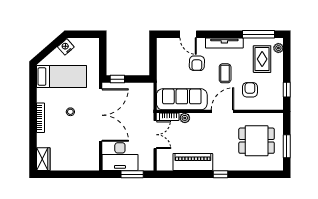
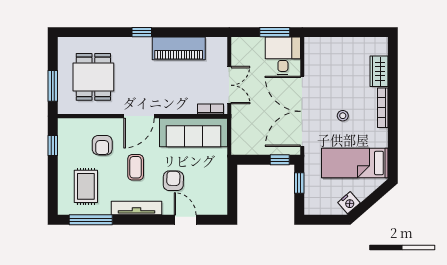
plant: (278, 48) -> (64, 201), removed
window: (103, 62) -> (299, 183), added
plant: (185, 118) -> (190, 107), removed
double door: (155, 135) -> (229, 85), swing flipped
dining table: (257, 141) -> (93, 77), turned 90
window: (287, 146) -> (53, 86), moved
desk: (120, 157) -> (283, 56), width x0.73
wardrobe: (43, 159) -> (379, 71), moved
window: (132, 174) -> (275, 32), moved

